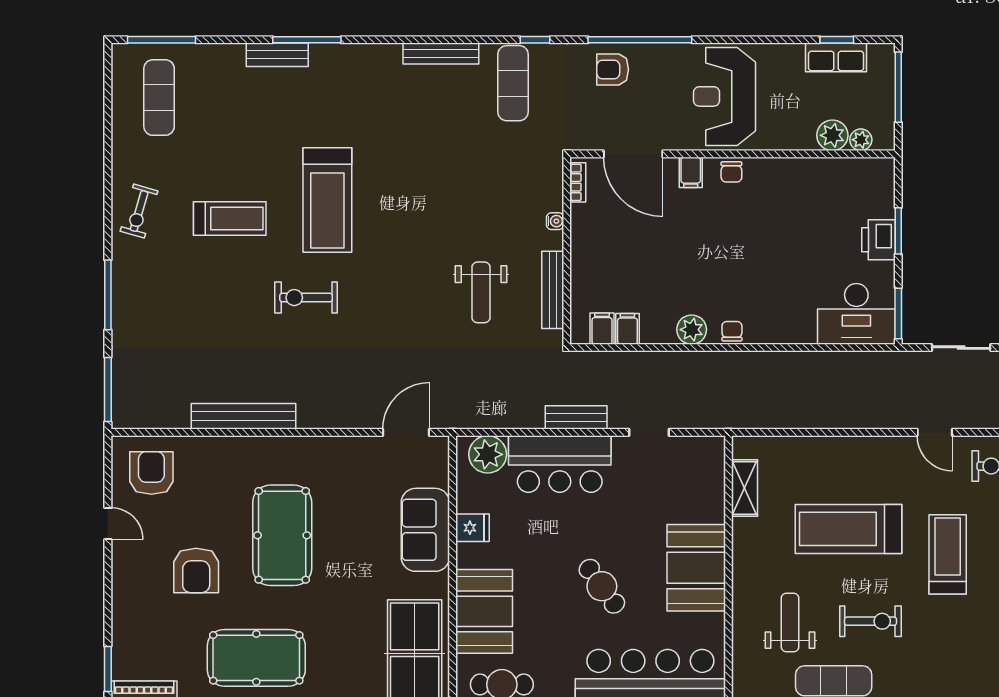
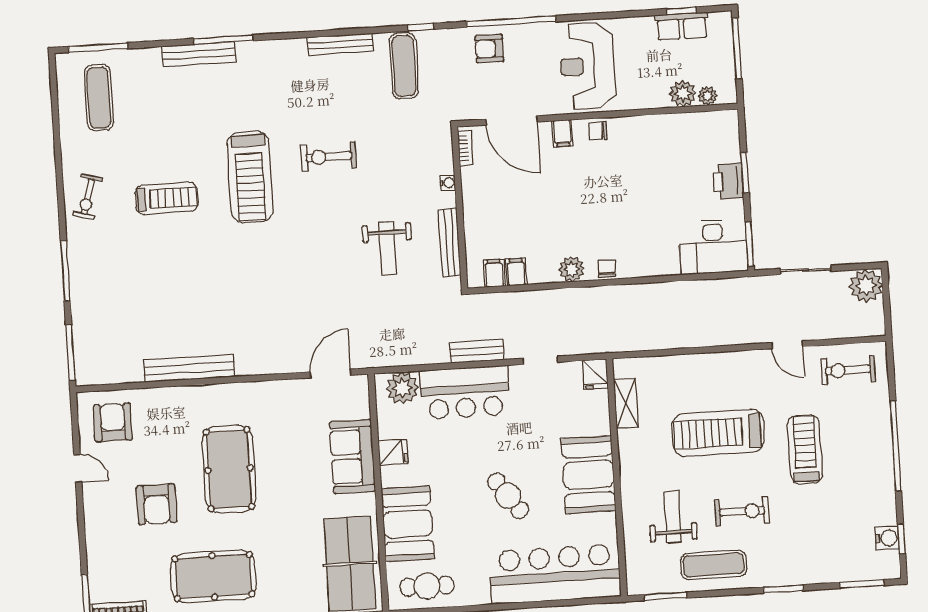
bench: (277, 55) -> (199, 54), width x1.36
chair: (731, 172) -> (598, 131), turned 90
exercise bike: (306, 298) -> (329, 157), moved
fridge: (711, 452) -> (595, 374), added

